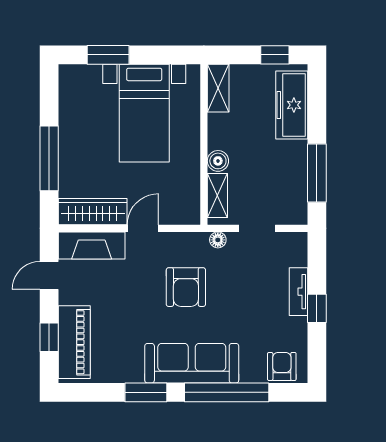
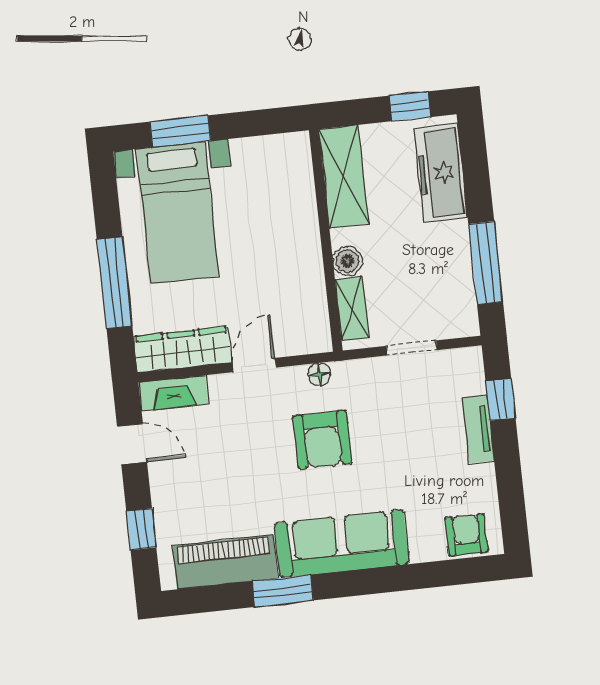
shelving: (218, 88) -> (344, 177), width x1.50, depth x1.33
bed with nightstands: (144, 113) -> (178, 213), moved
floor lamp: (218, 240) -> (319, 374), moved
fireplace: (92, 245) -> (173, 393), width x0.73, depth x0.76
door: (49, 275) -> (132, 444), swing flipped
window: (317, 308) -> (501, 400), moved
piano: (74, 342) -> (225, 562), moved, turned -90
window: (227, 392) -> (394, 579), removed

